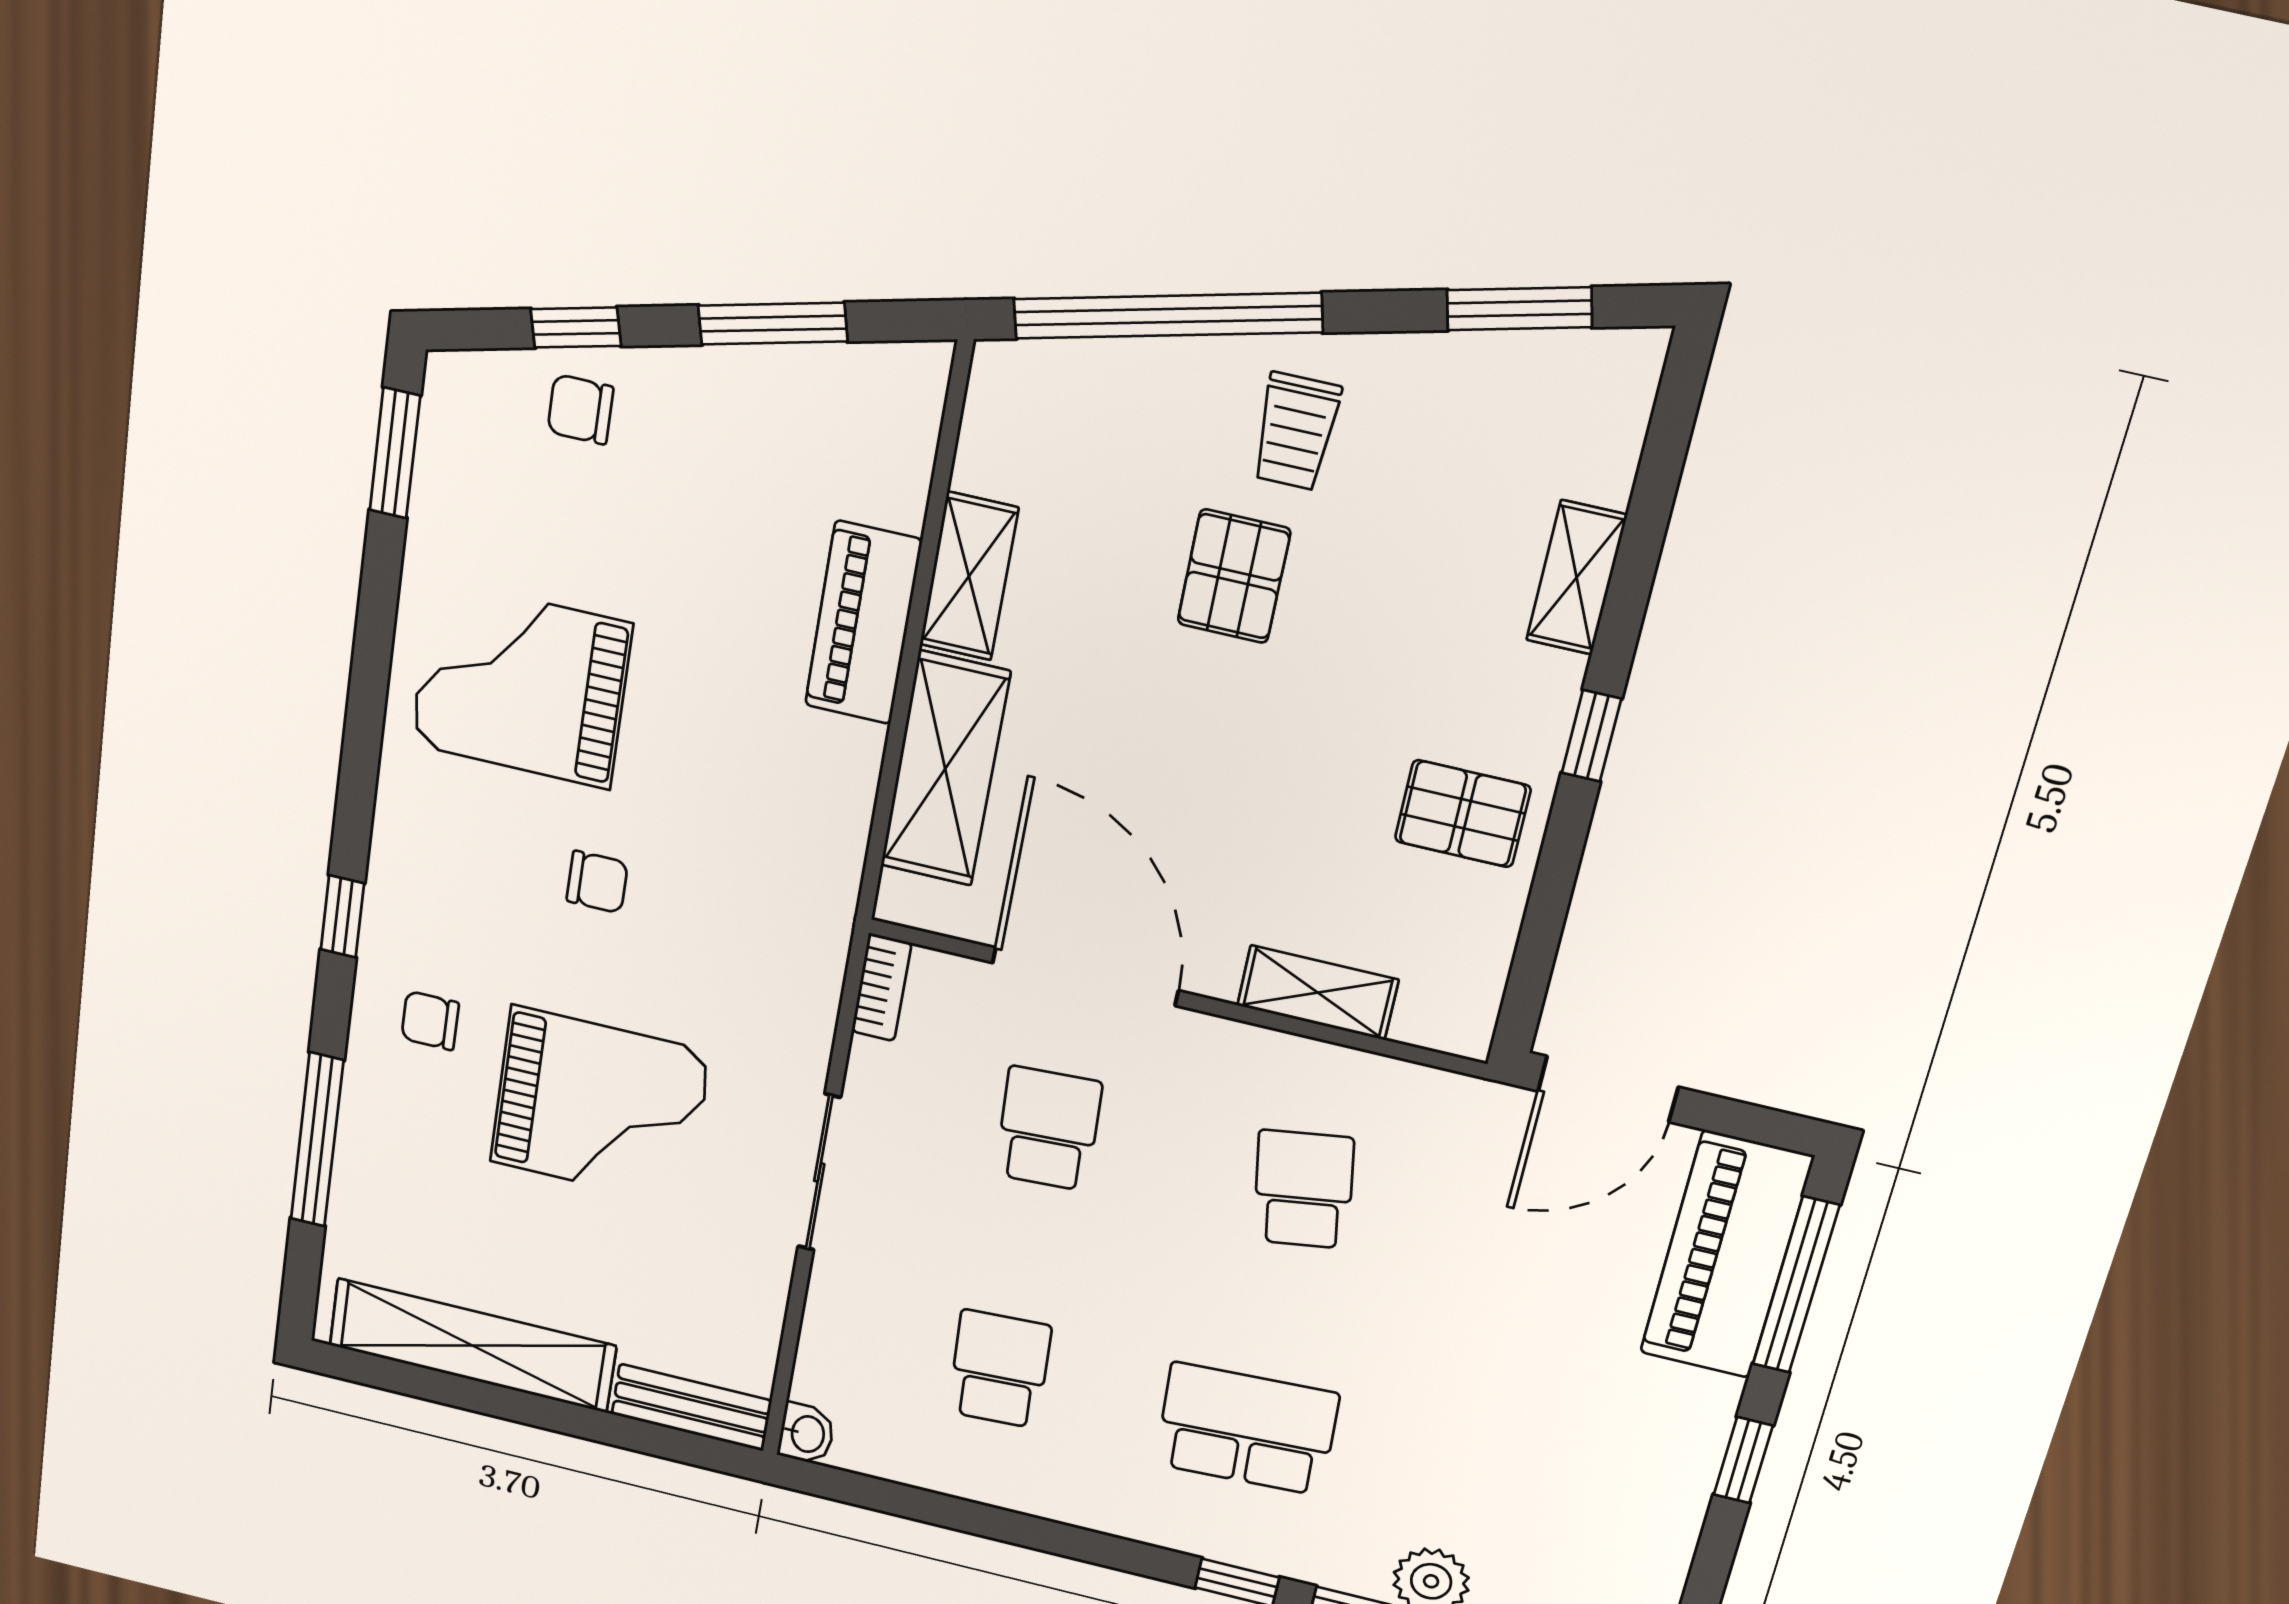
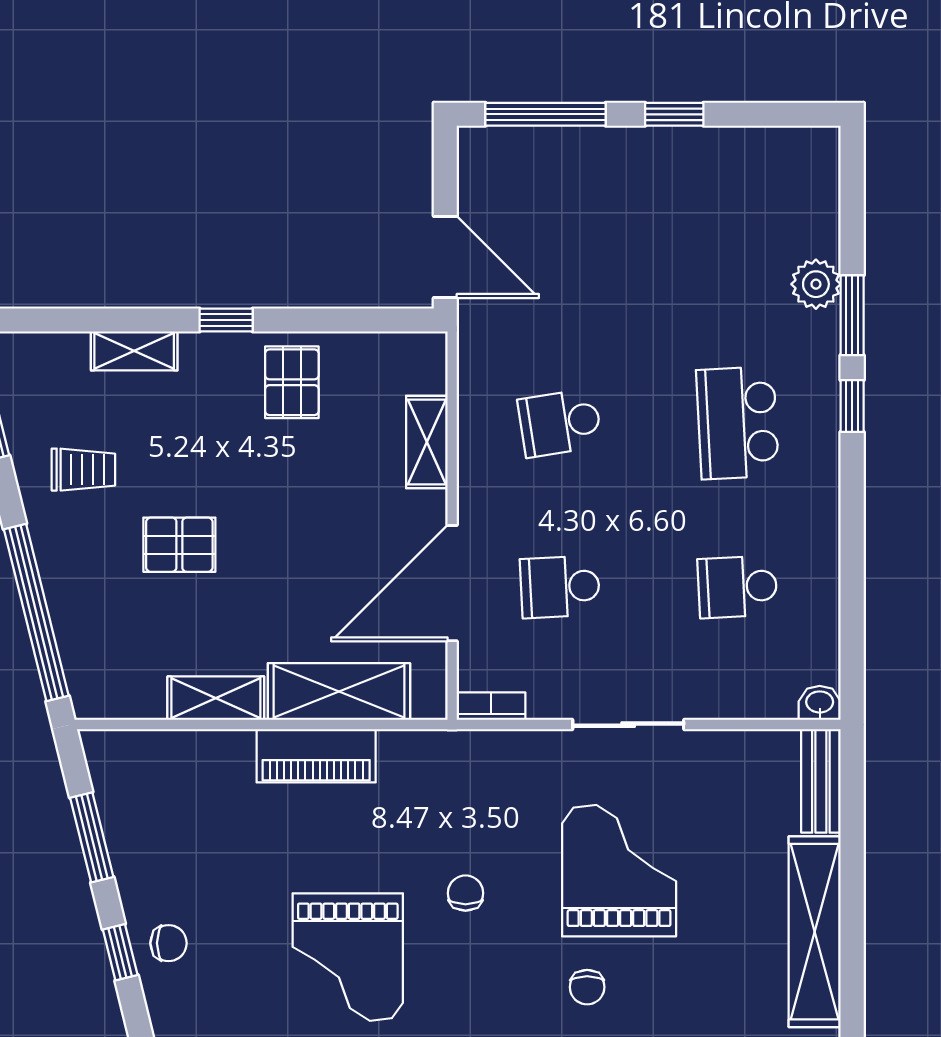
chair: (580, 409) -> (168, 943), turned -90
trolley: (1296, 431) -> (83, 470), moved
piano: (863, 623) -> (316, 756), moved
piano: (1726, 1255) -> (536, 160), removed

